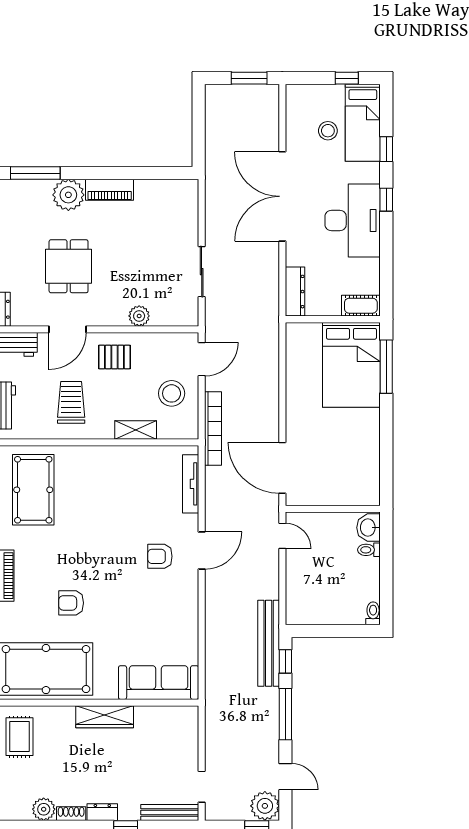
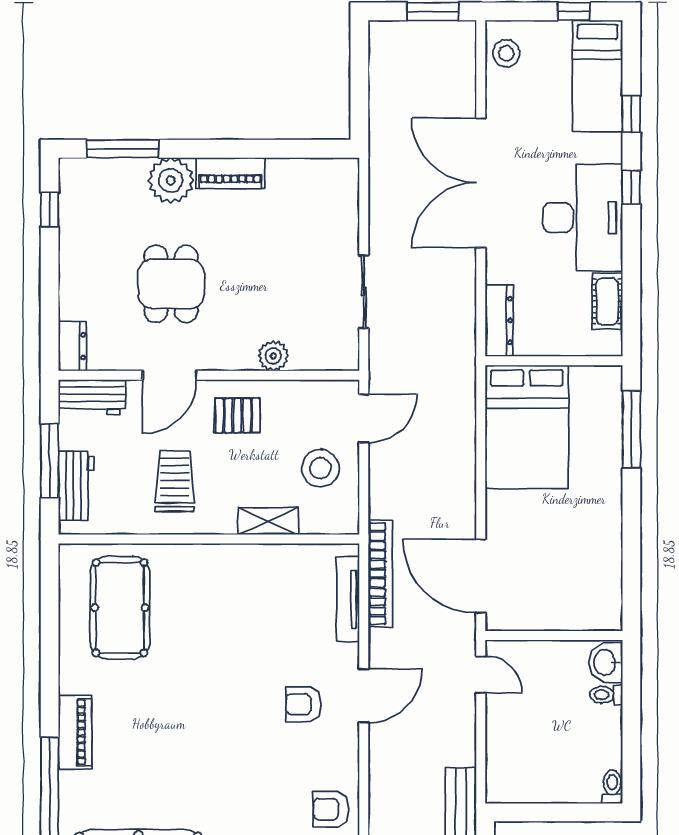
stool: (328, 131) -> (506, 53), moved
cot: (361, 306) -> (607, 301), moved, turned 90
bed: (351, 365) -> (527, 427), moved
bookcase: (213, 428) -> (380, 574), moved
armchair: (71, 603) -> (331, 809), moved

